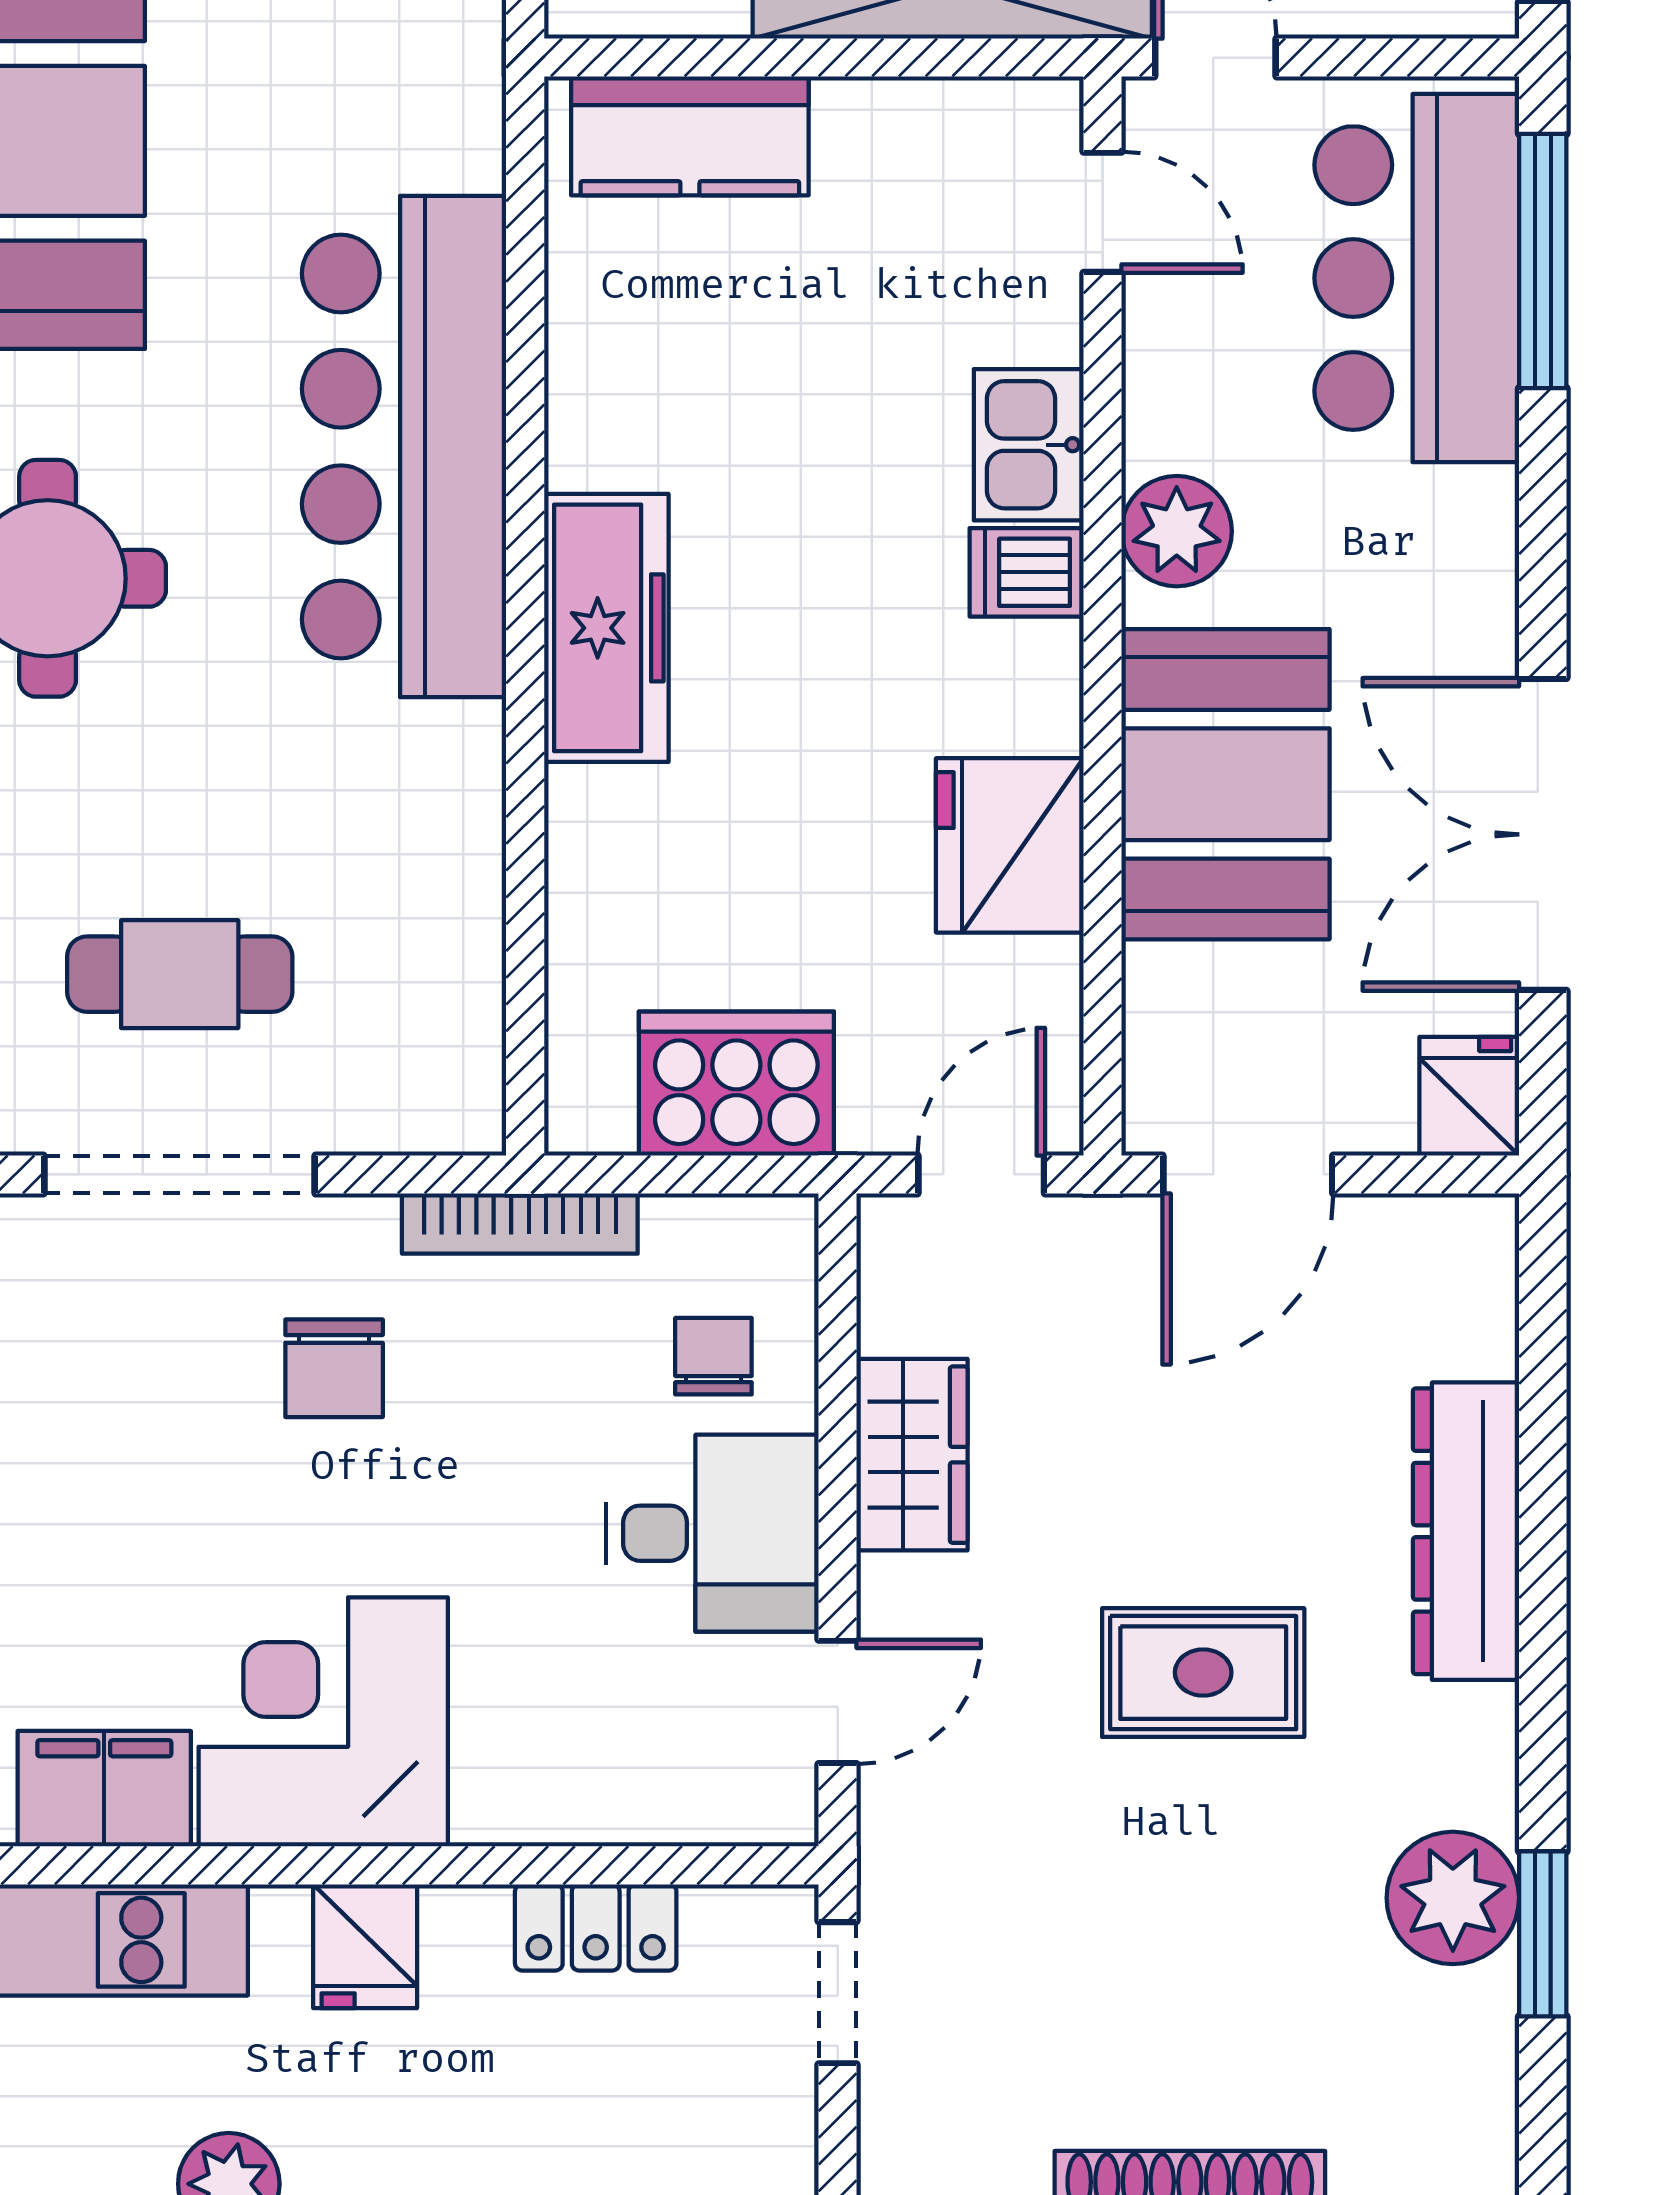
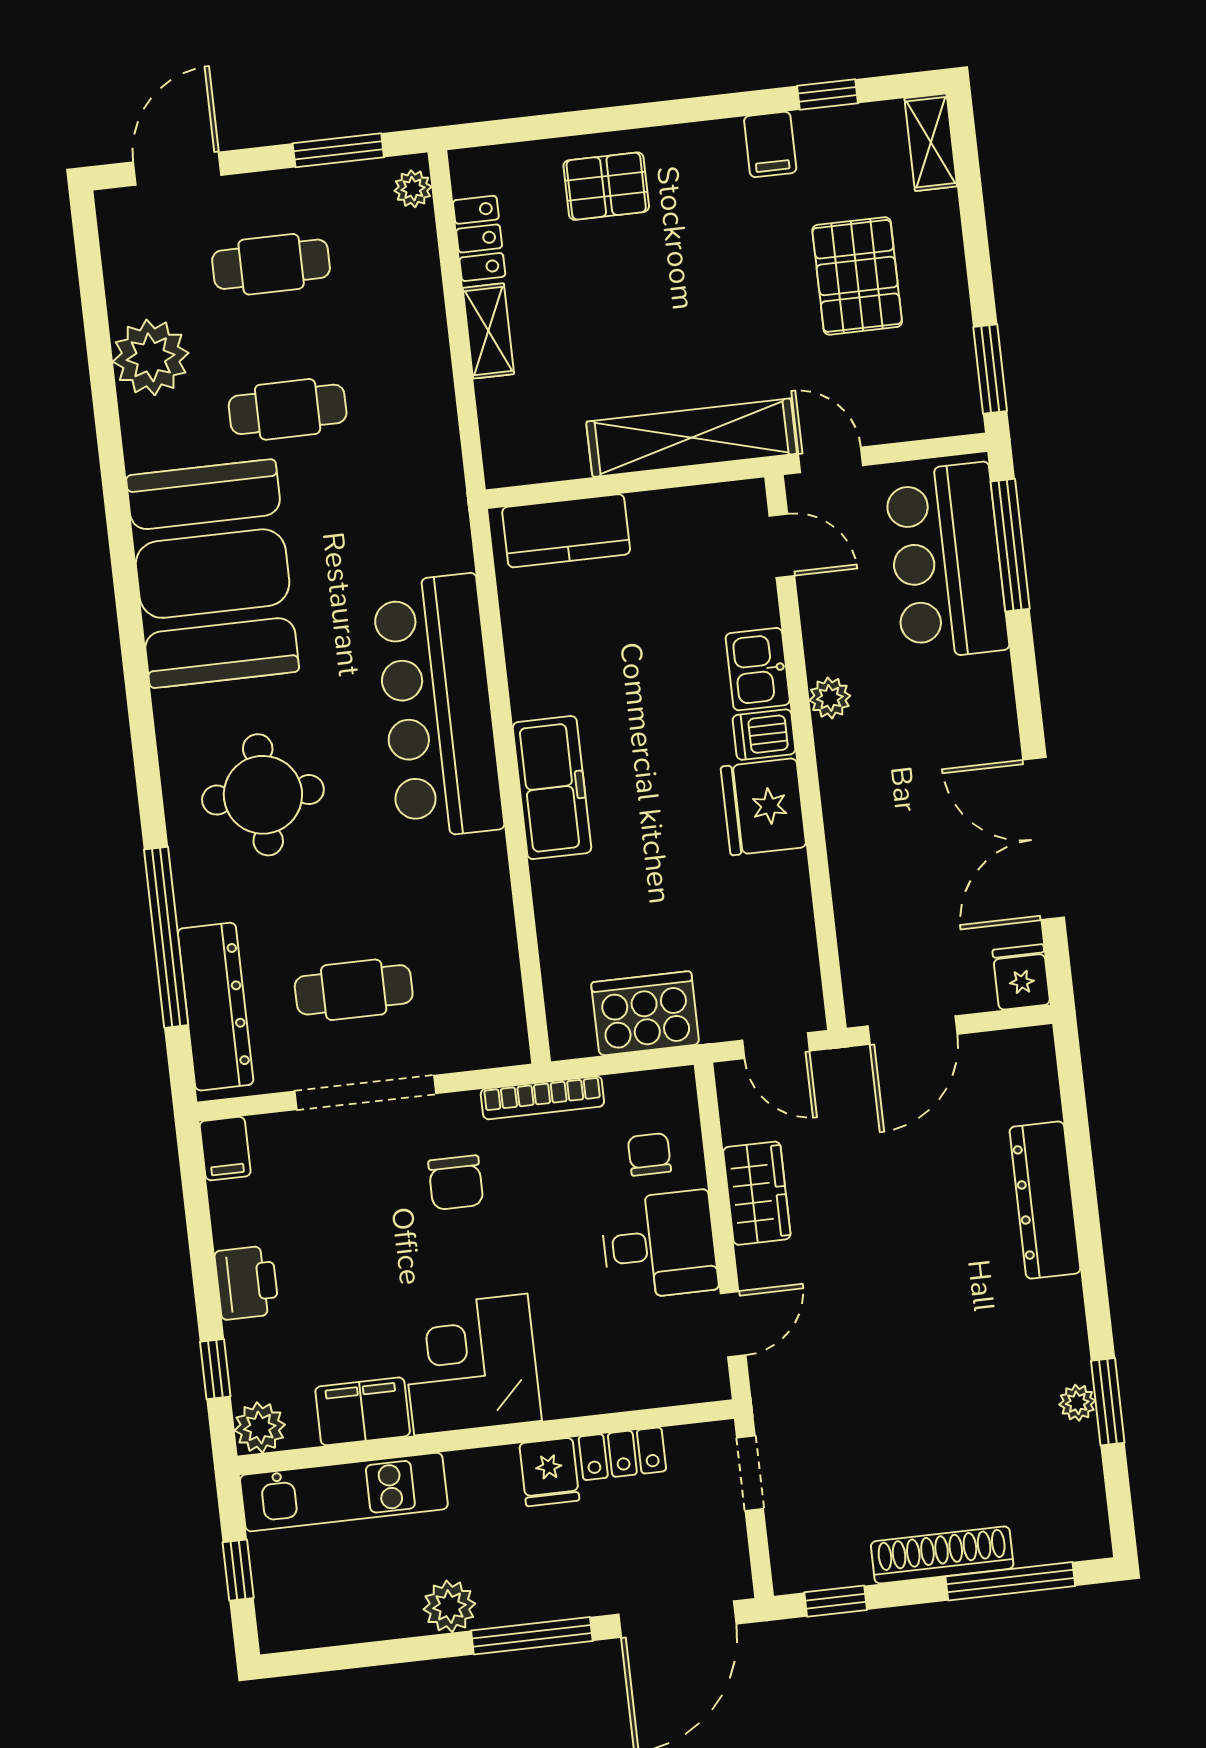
plant: (1177, 531) -> (830, 698), width x0.73, depth x0.73
booth: (1226, 784) -> (878, 832), removed
fridge: (1010, 845) -> (763, 807), moved
door: (981, 1174) -> (776, 1046), swing flipped
rug: (1203, 1673) -> (919, 1288), removed
plant: (1453, 1898) -> (1077, 1403), width x0.53, depth x0.53
fridge: (365, 1946) -> (549, 1472), moved

